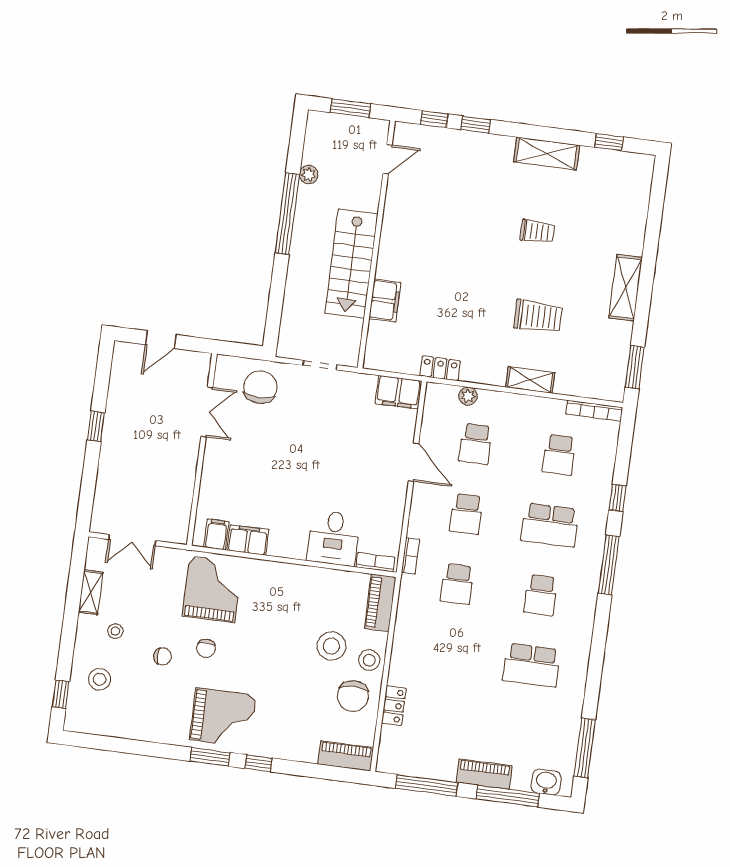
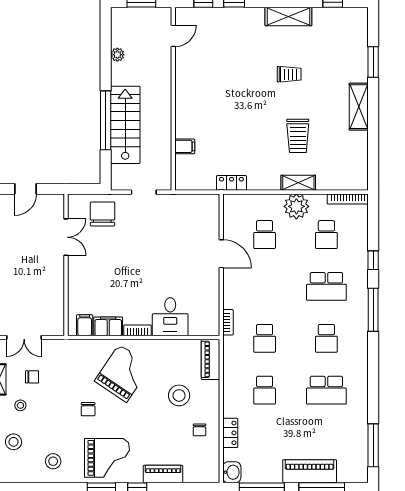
window: (287, 214) -> (106, 120), moved
stairs: (351, 264) -> (125, 125), moved, turned 180
filing cabinet: (385, 301) -> (185, 146), width x0.50
trolley: (538, 316) -> (298, 136), turned 90
window: (635, 367) -> (373, 62), moved
filing cabinet: (398, 392) -> (203, 204), removed
plant: (468, 396) -> (296, 206), moved, width x1.87, depth x1.87
school desk: (466, 514) -> (265, 390), moved
bookcase: (375, 562) -> (137, 330), moved
grand piano: (212, 589) -> (123, 373), moved, turned 34
chair: (163, 656) -> (32, 377), moved
stool: (369, 660) -> (53, 461), moved
chair: (353, 696) -> (200, 430), width x0.54, depth x0.54
piano: (346, 756) -> (163, 474), moved
piano: (484, 774) -> (310, 471), width x1.37, depth x1.33
washbasin: (546, 782) -> (232, 472), moved, turned 90

